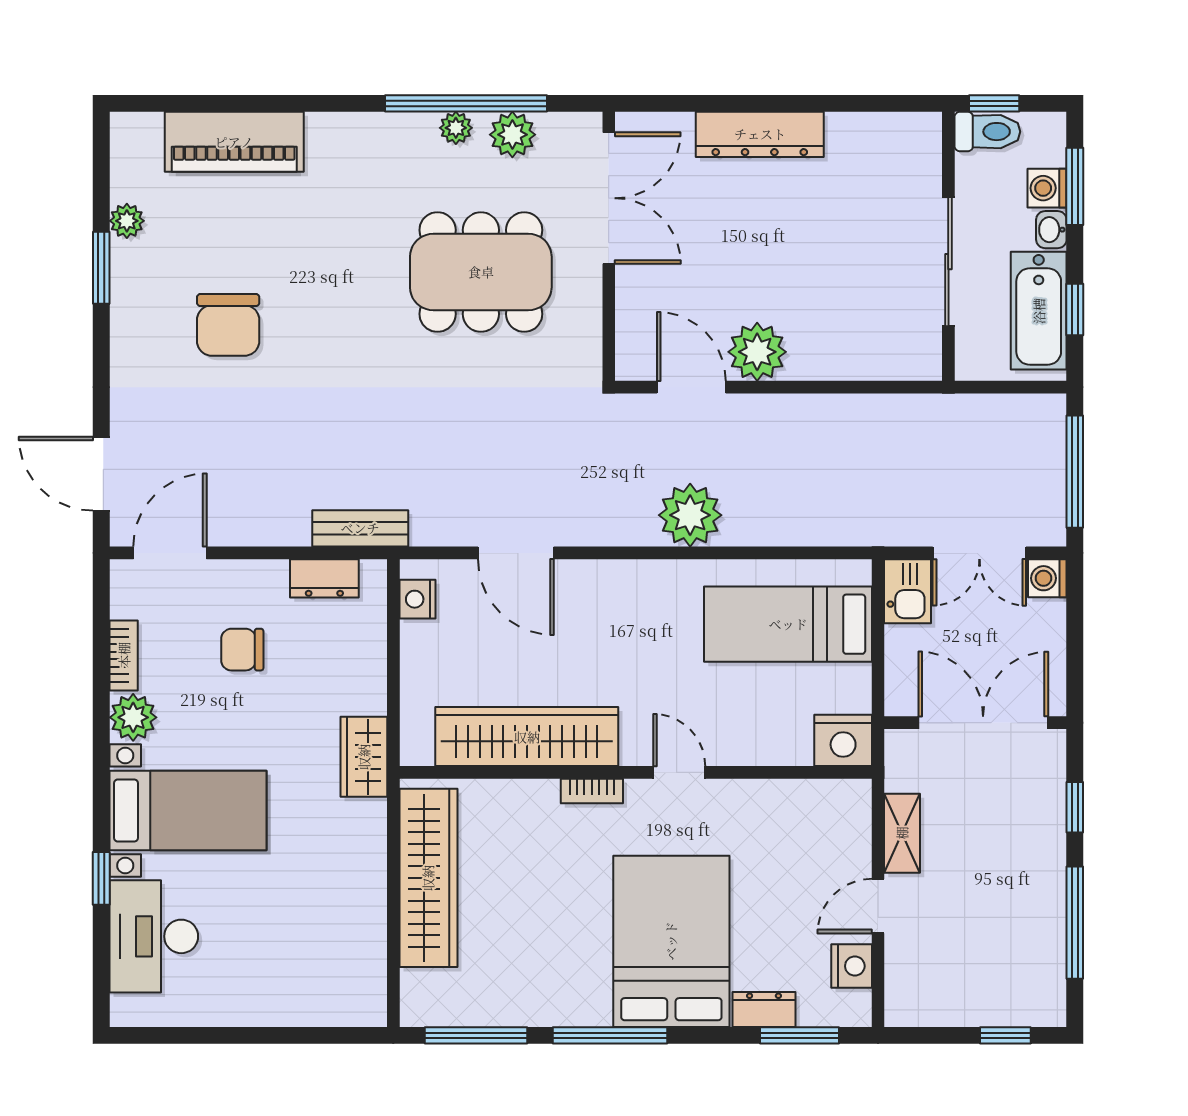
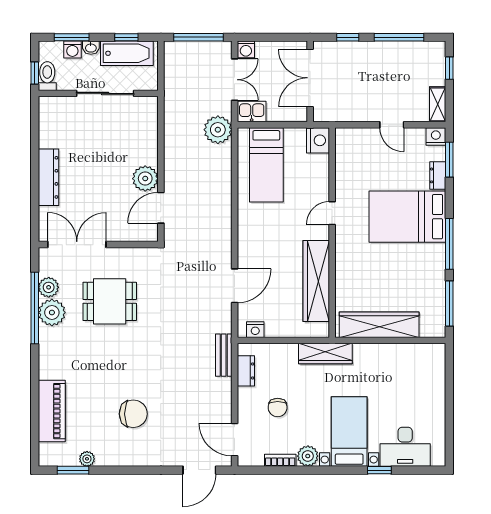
plant: (456, 128) -> (52, 312), width x1.87, depth x1.87
window: (101, 268) -> (73, 470), moved
dining table: (481, 272) -> (110, 301), width x0.73
plant: (690, 515) -> (218, 130), moved
wardrobe: (364, 757) -> (325, 353), width x1.50
bookcase: (592, 791) -> (341, 252), removed
shelving: (902, 833) -> (438, 104), moved, turned 90
nightstand: (852, 966) -> (436, 136), moved

